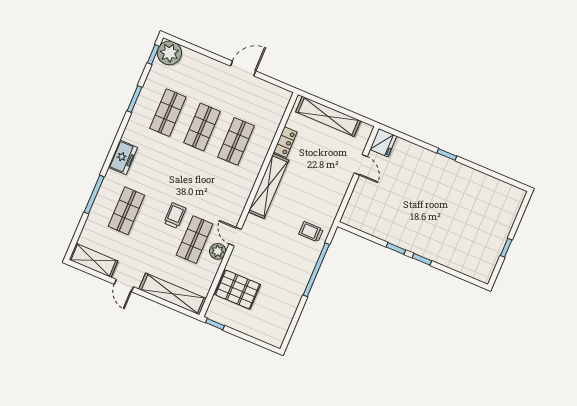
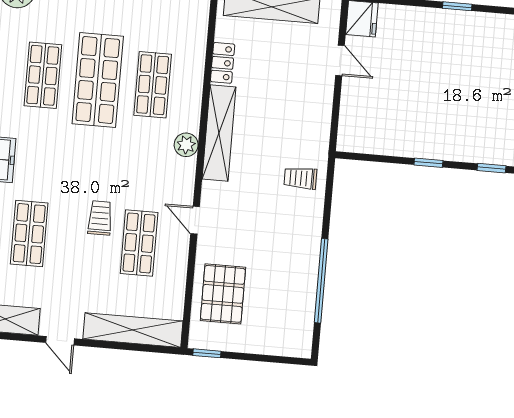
shop shelf: (202, 127) -> (98, 80), width x1.43, depth x1.36
plant: (218, 251) -> (186, 145), moved
window: (422, 259) -> (491, 168), moved
window: (316, 270) -> (321, 281), moved
pallet: (238, 289) -> (223, 294), turned 90

